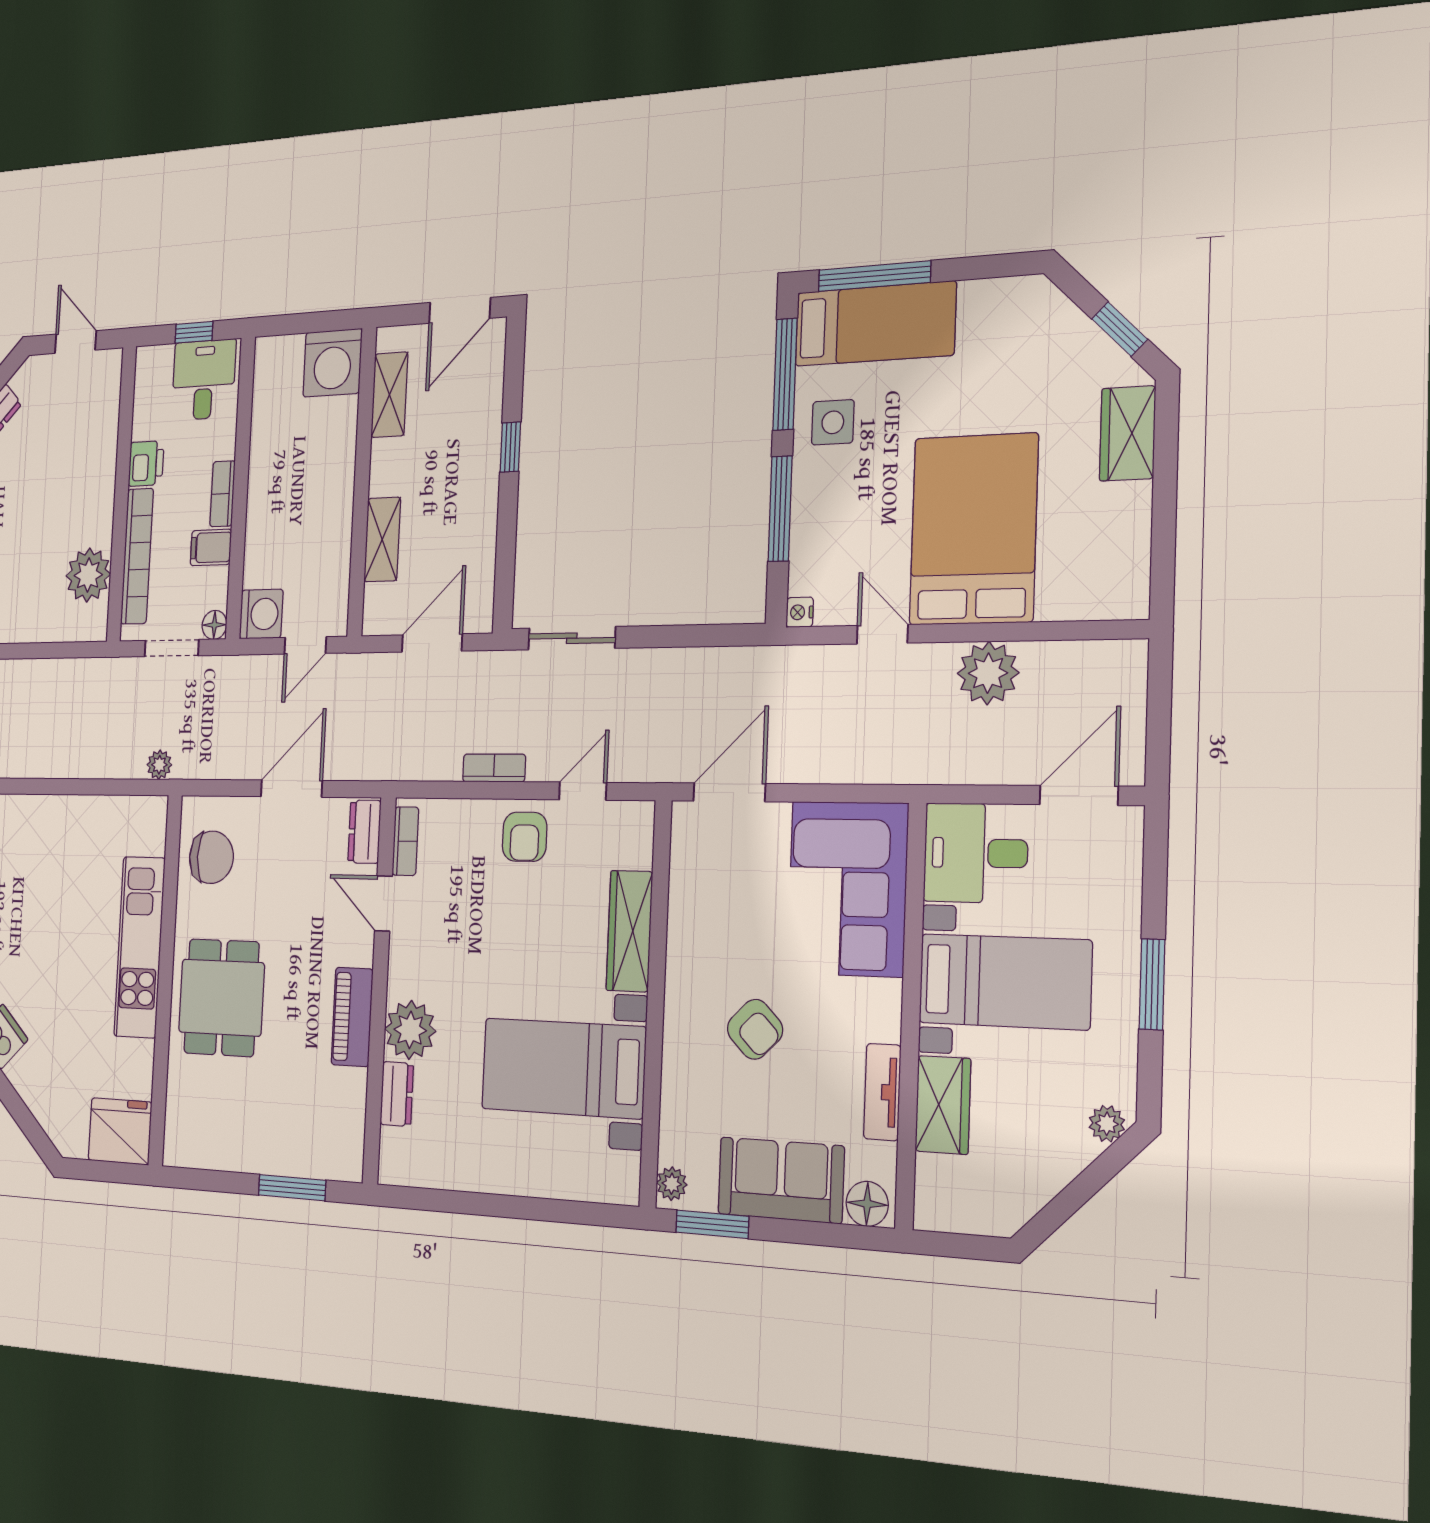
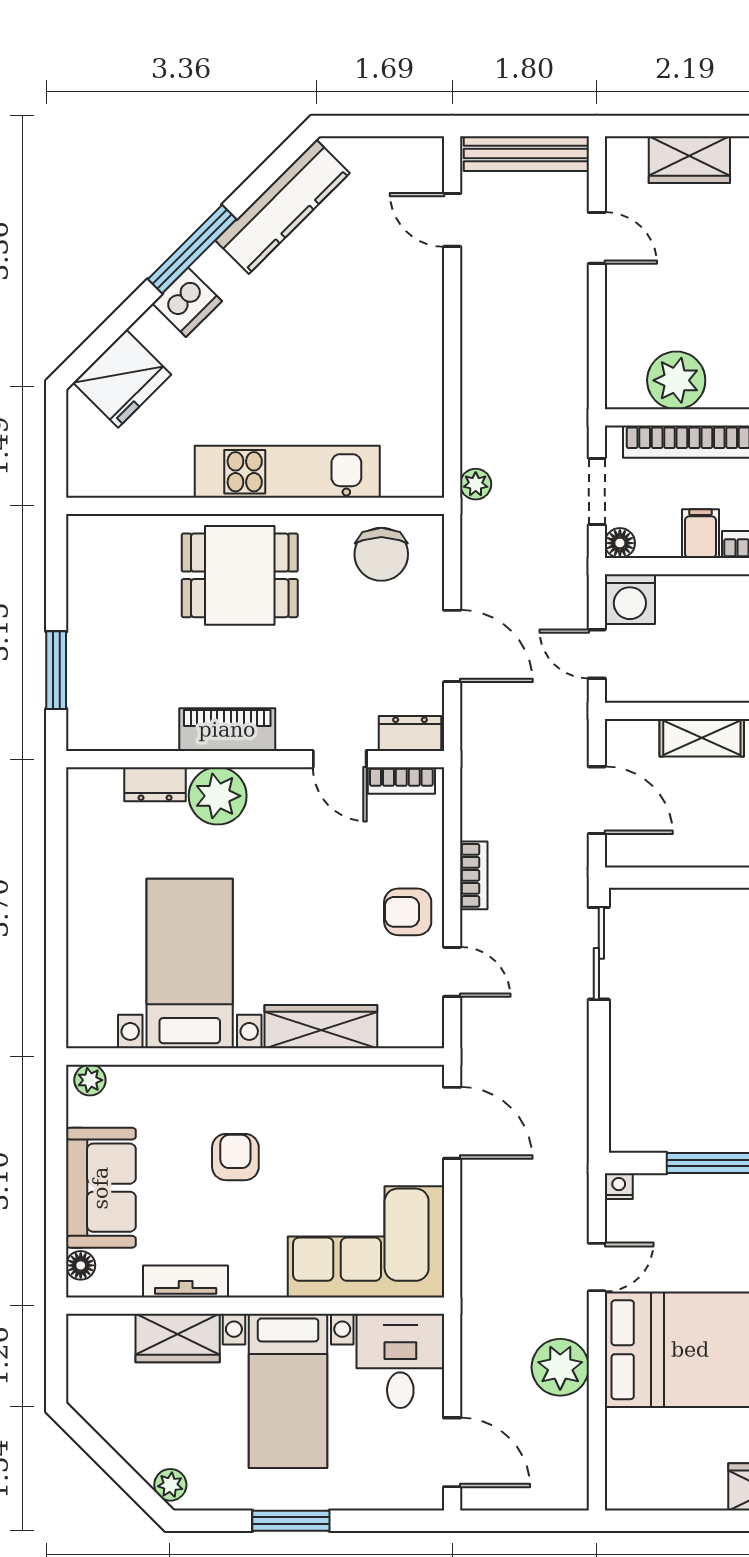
door: (383, 903) -> (340, 759), swing flipped
armchair: (755, 1029) -> (235, 1157), turned 135
fridge: (120, 1131) -> (122, 379), moved, turned 45
floor lamp: (867, 1204) -> (81, 1265), width x0.73, depth x0.73
window: (712, 1224) -> (56, 1122), removed

